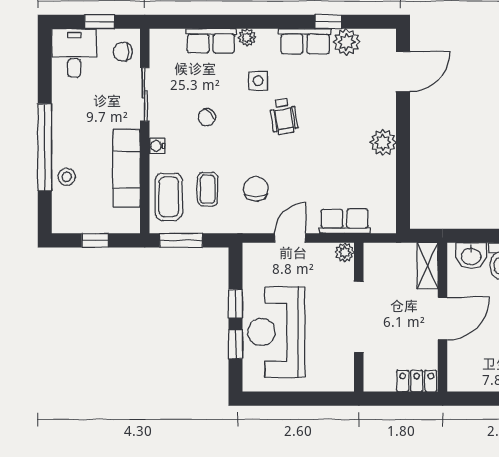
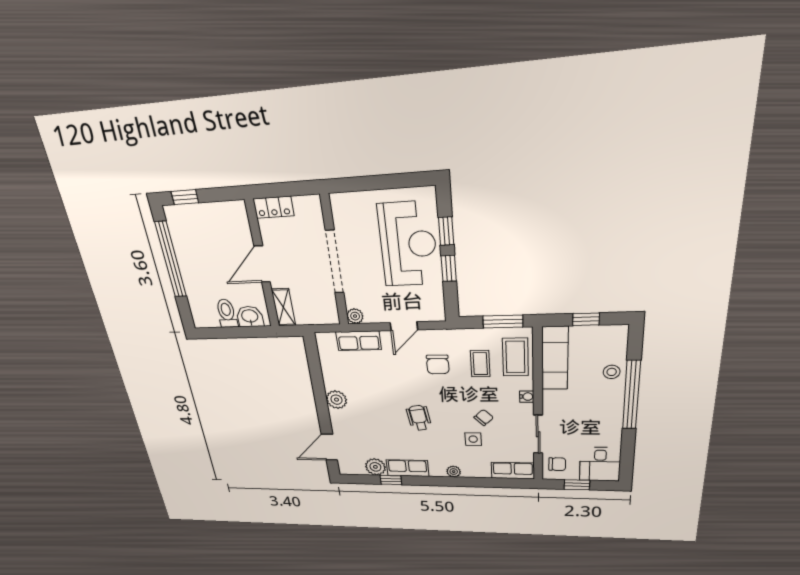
row of seats: (211, 41) -> (513, 471), moved
side table: (258, 81) -> (473, 439), moved
exam couch: (126, 168) -> (555, 358), moved

